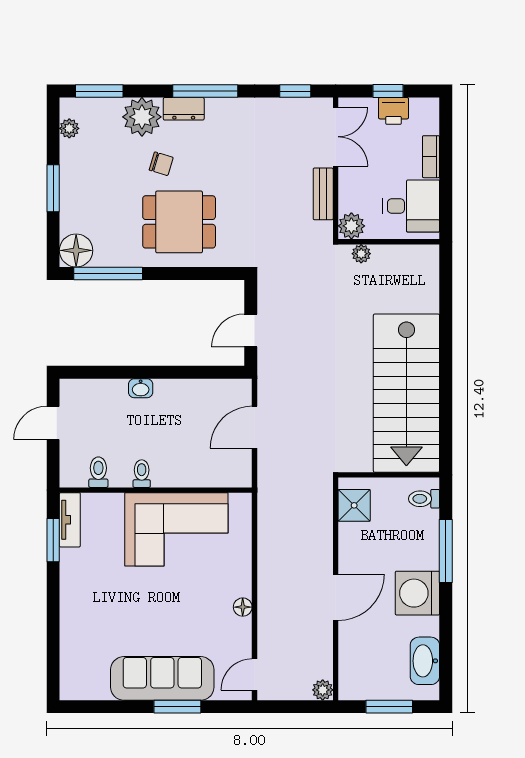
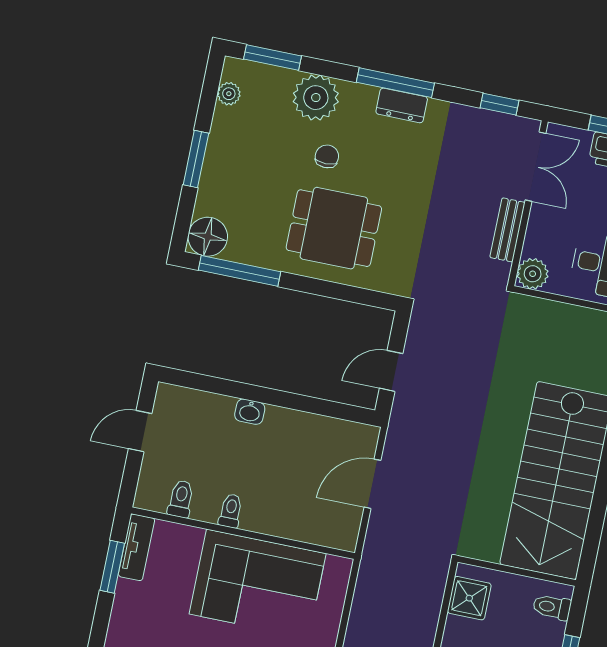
dresser: (184, 109) -> (402, 105), moved
chair: (161, 164) -> (327, 156), turned -107
plant: (361, 254) -> (537, 308), removed

